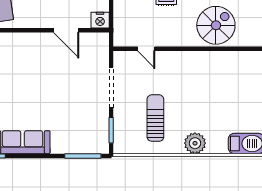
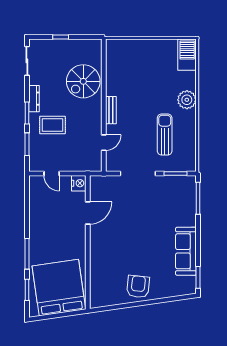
spiral stairs: (216, 25) -> (83, 81), turned -90
bench: (183, 57) -> (111, 110), added
sun lounger: (155, 118) -> (165, 135), turned 90

